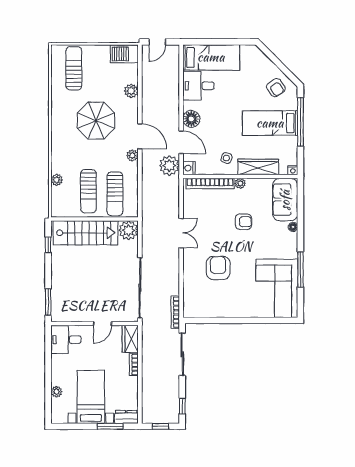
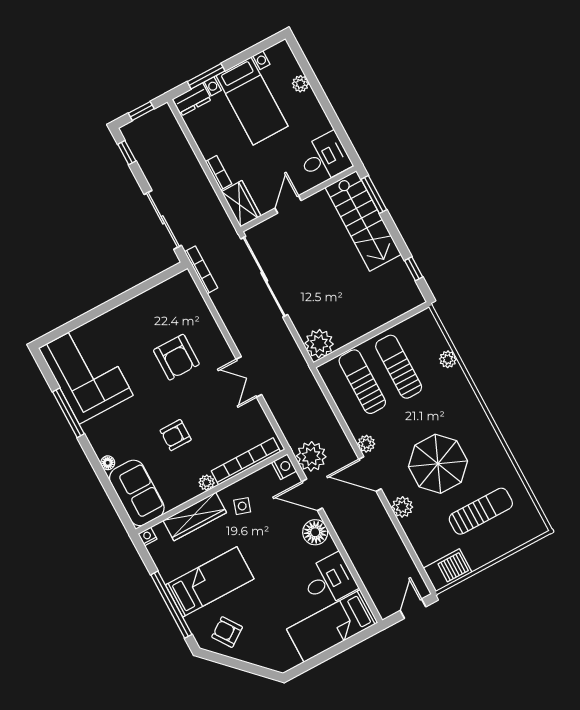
sun lounger: (74, 68) -> (481, 511), moved, turned -90
plant: (131, 91) -> (402, 507), moved
stairs: (85, 233) -> (363, 221), moved, turned -90

